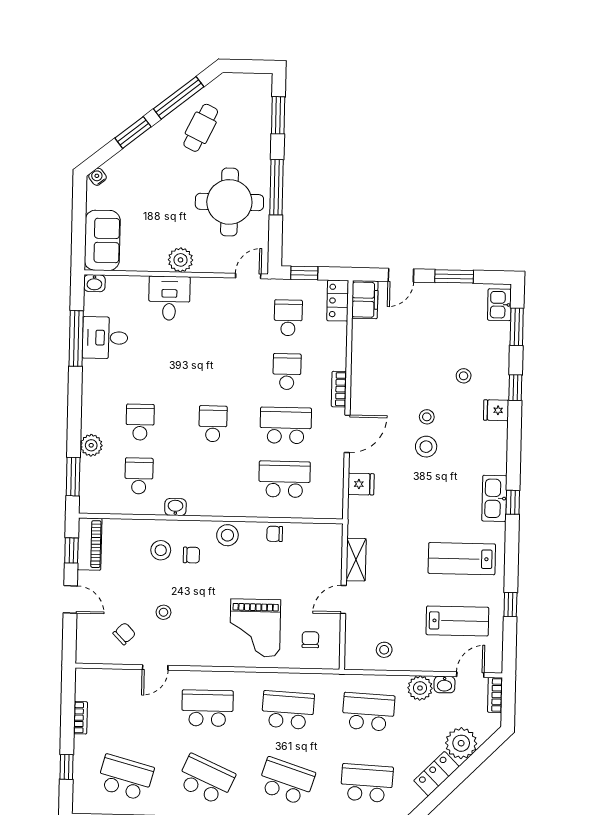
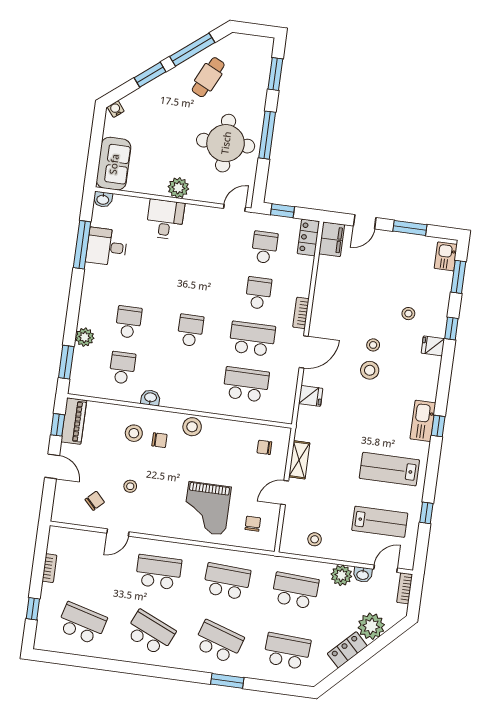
chair: (275, 534) -> (264, 447), moved

